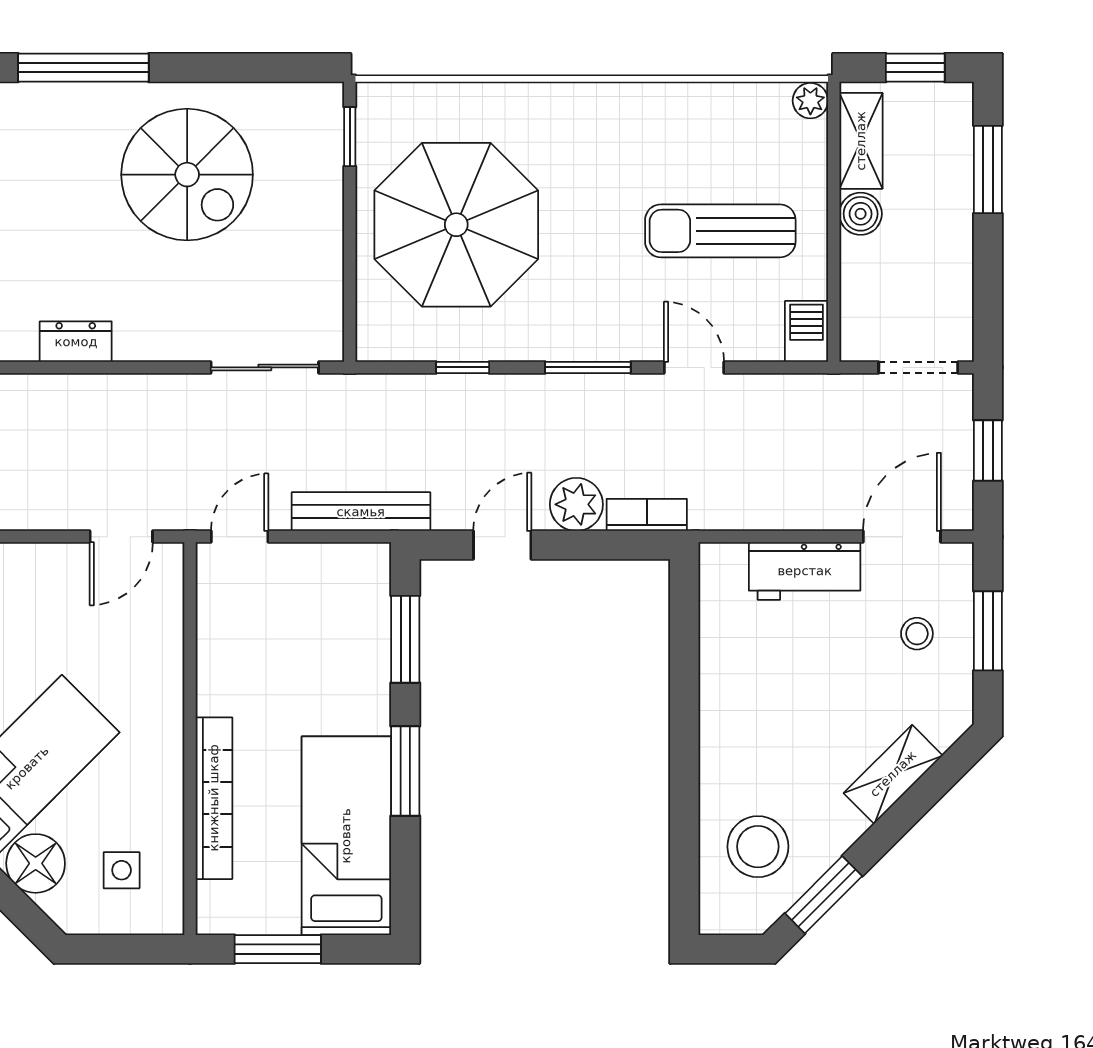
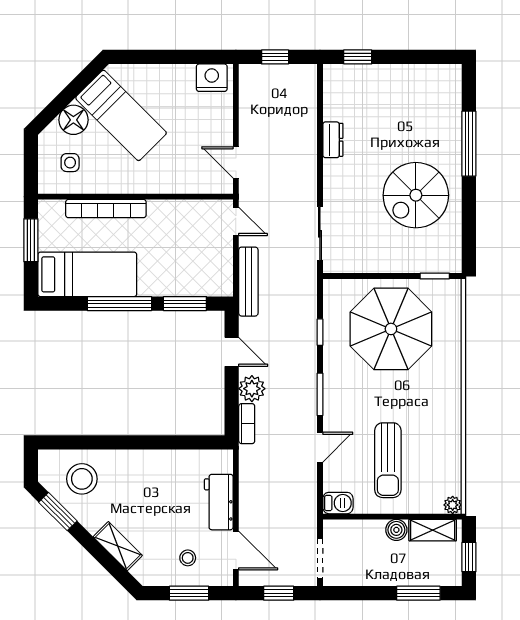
sun lounger: (720, 231) -> (388, 460), turned 180
window: (405, 771) -> (119, 304), width x1.44

